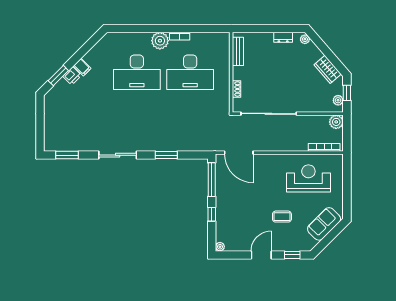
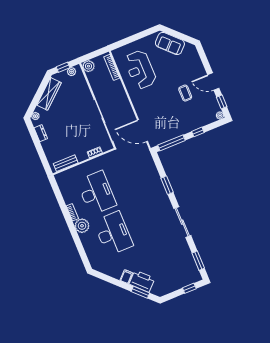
wardrobe: (328, 69) -> (49, 94), width x1.50
printer: (72, 76) -> (142, 281), width x1.87, depth x1.48
window: (40, 132) -> (189, 288), added
door: (239, 153) -> (142, 131), swing flipped
coffee table: (282, 217) -> (185, 93), moved
window: (292, 255) -> (222, 102), moved

